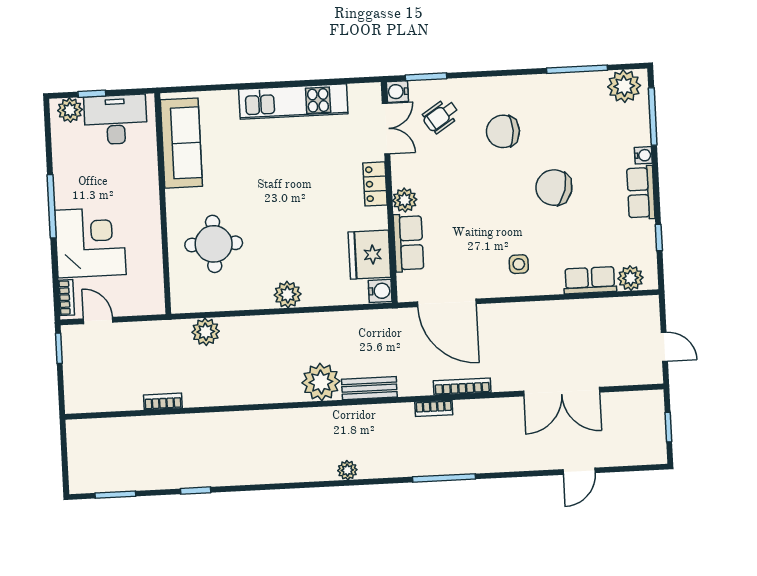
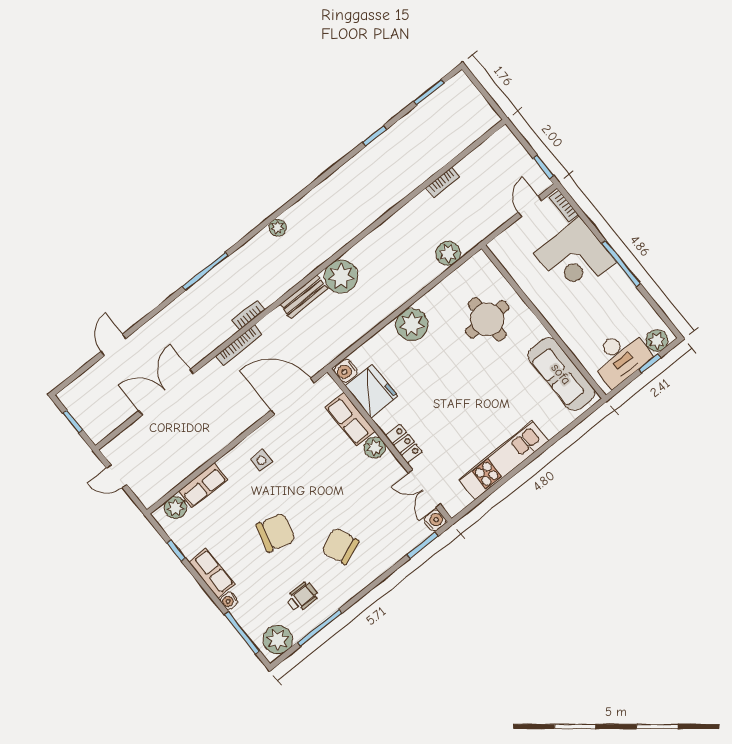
wheelchair: (441, 116) -> (302, 597), moved, turned 33
chair: (503, 131) -> (340, 546), turned -112
plant: (288, 295) -> (412, 325), width x1.36, depth x1.36
door: (98, 320) -> (530, 206), swing flipped

